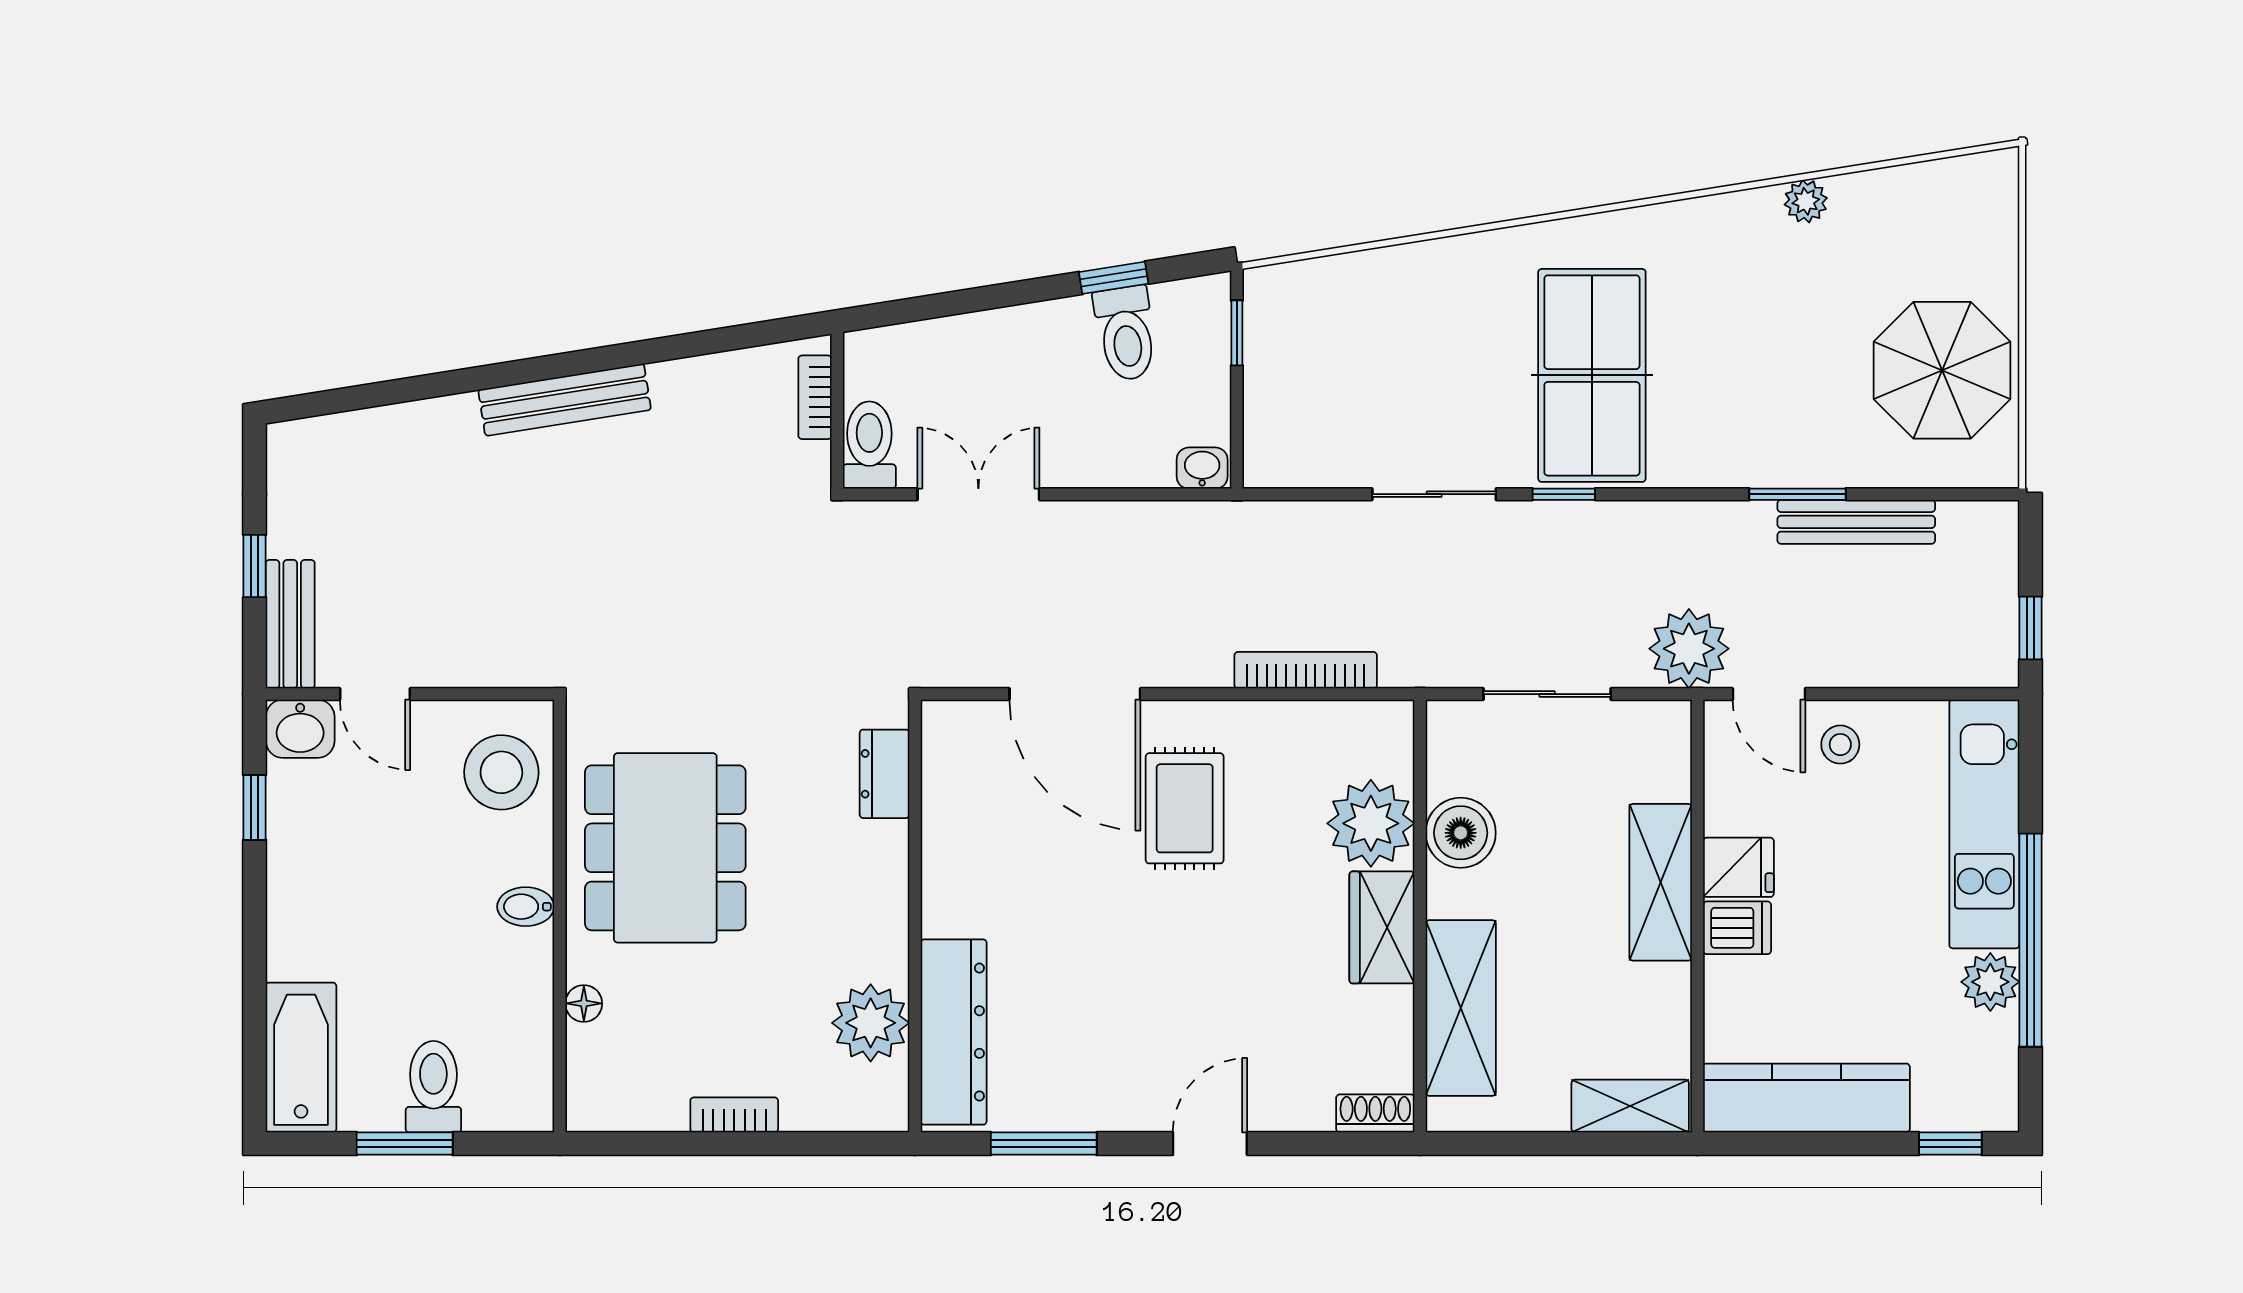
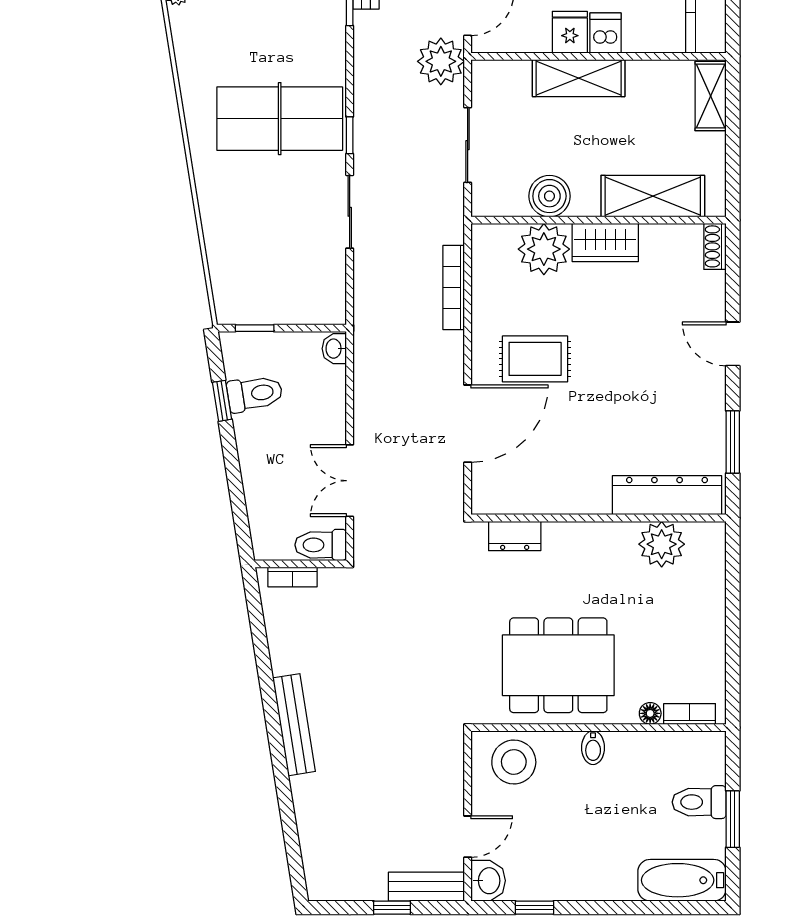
bookcase: (734, 1115) -> (690, 714), moved, turned 90

